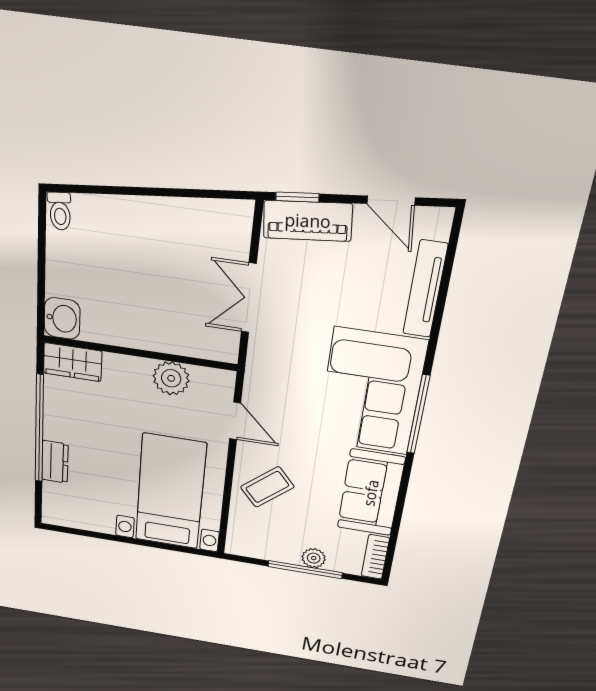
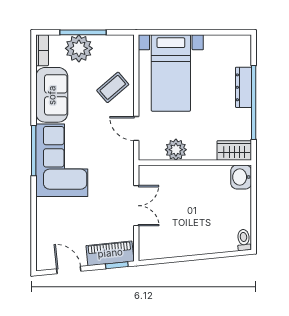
tv unit: (425, 289) -> (43, 225), removed
dresser: (55, 462) -> (243, 87), width x1.44
plant: (314, 558) -> (79, 48), width x1.88, depth x1.88

